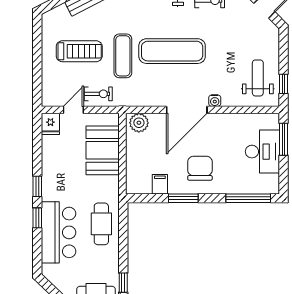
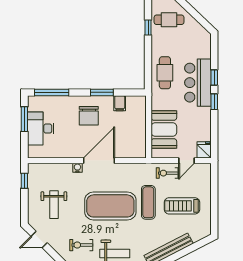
exercise mat: (172, 51) -> (110, 206), width x1.47
weight bench: (258, 78) -> (54, 205), moved
plant: (139, 123) -> (136, 151), removed
window: (284, 139) -> (24, 119), moved
bar counter: (59, 232) -> (198, 83), moved

